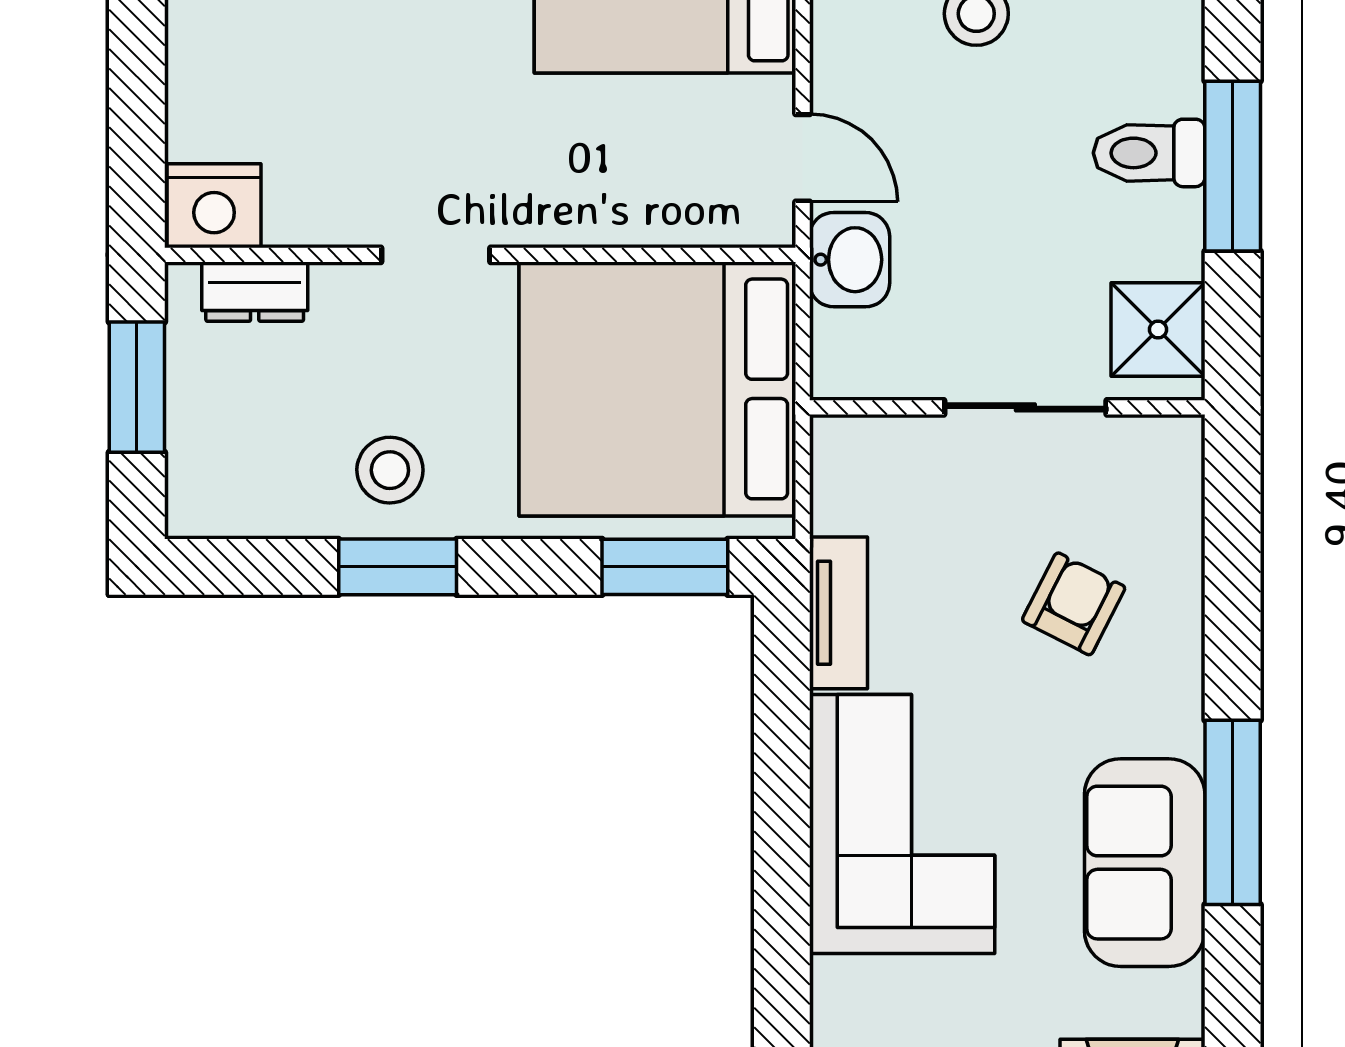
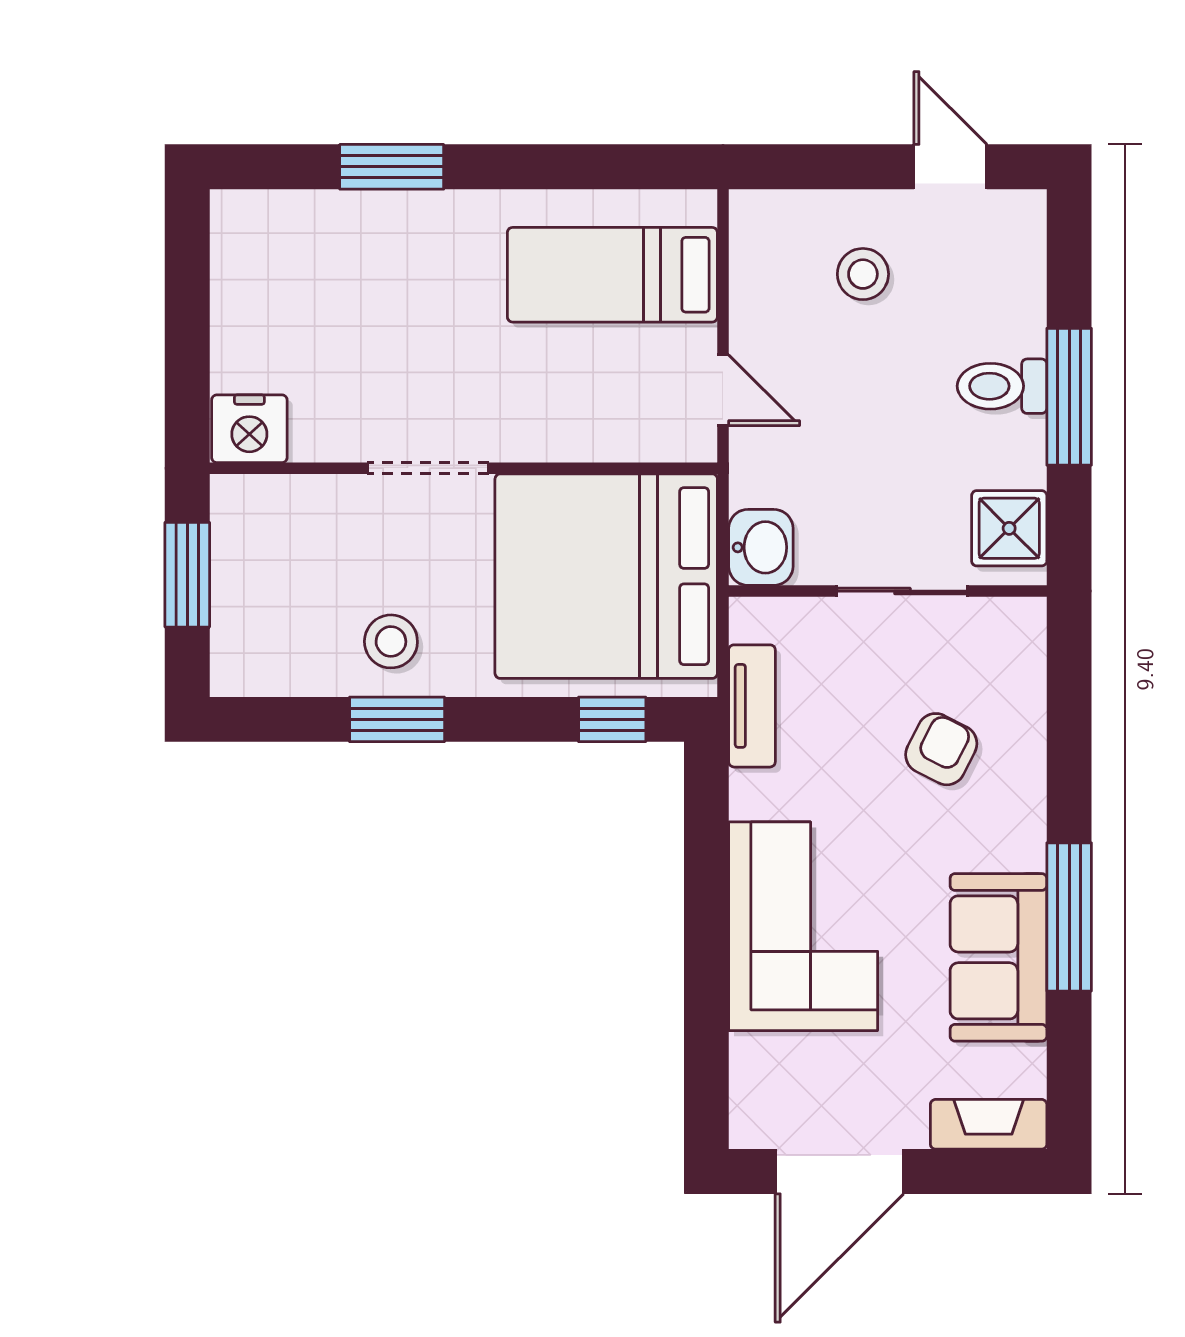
doorway: (436, 255) -> (428, 468), width x1.38
washbasin: (850, 260) -> (761, 547), moved
dresser: (255, 292) -> (282, 498), removed
window: (665, 567) -> (612, 719), width x0.67
tv unit: (838, 613) -> (752, 706), moved

